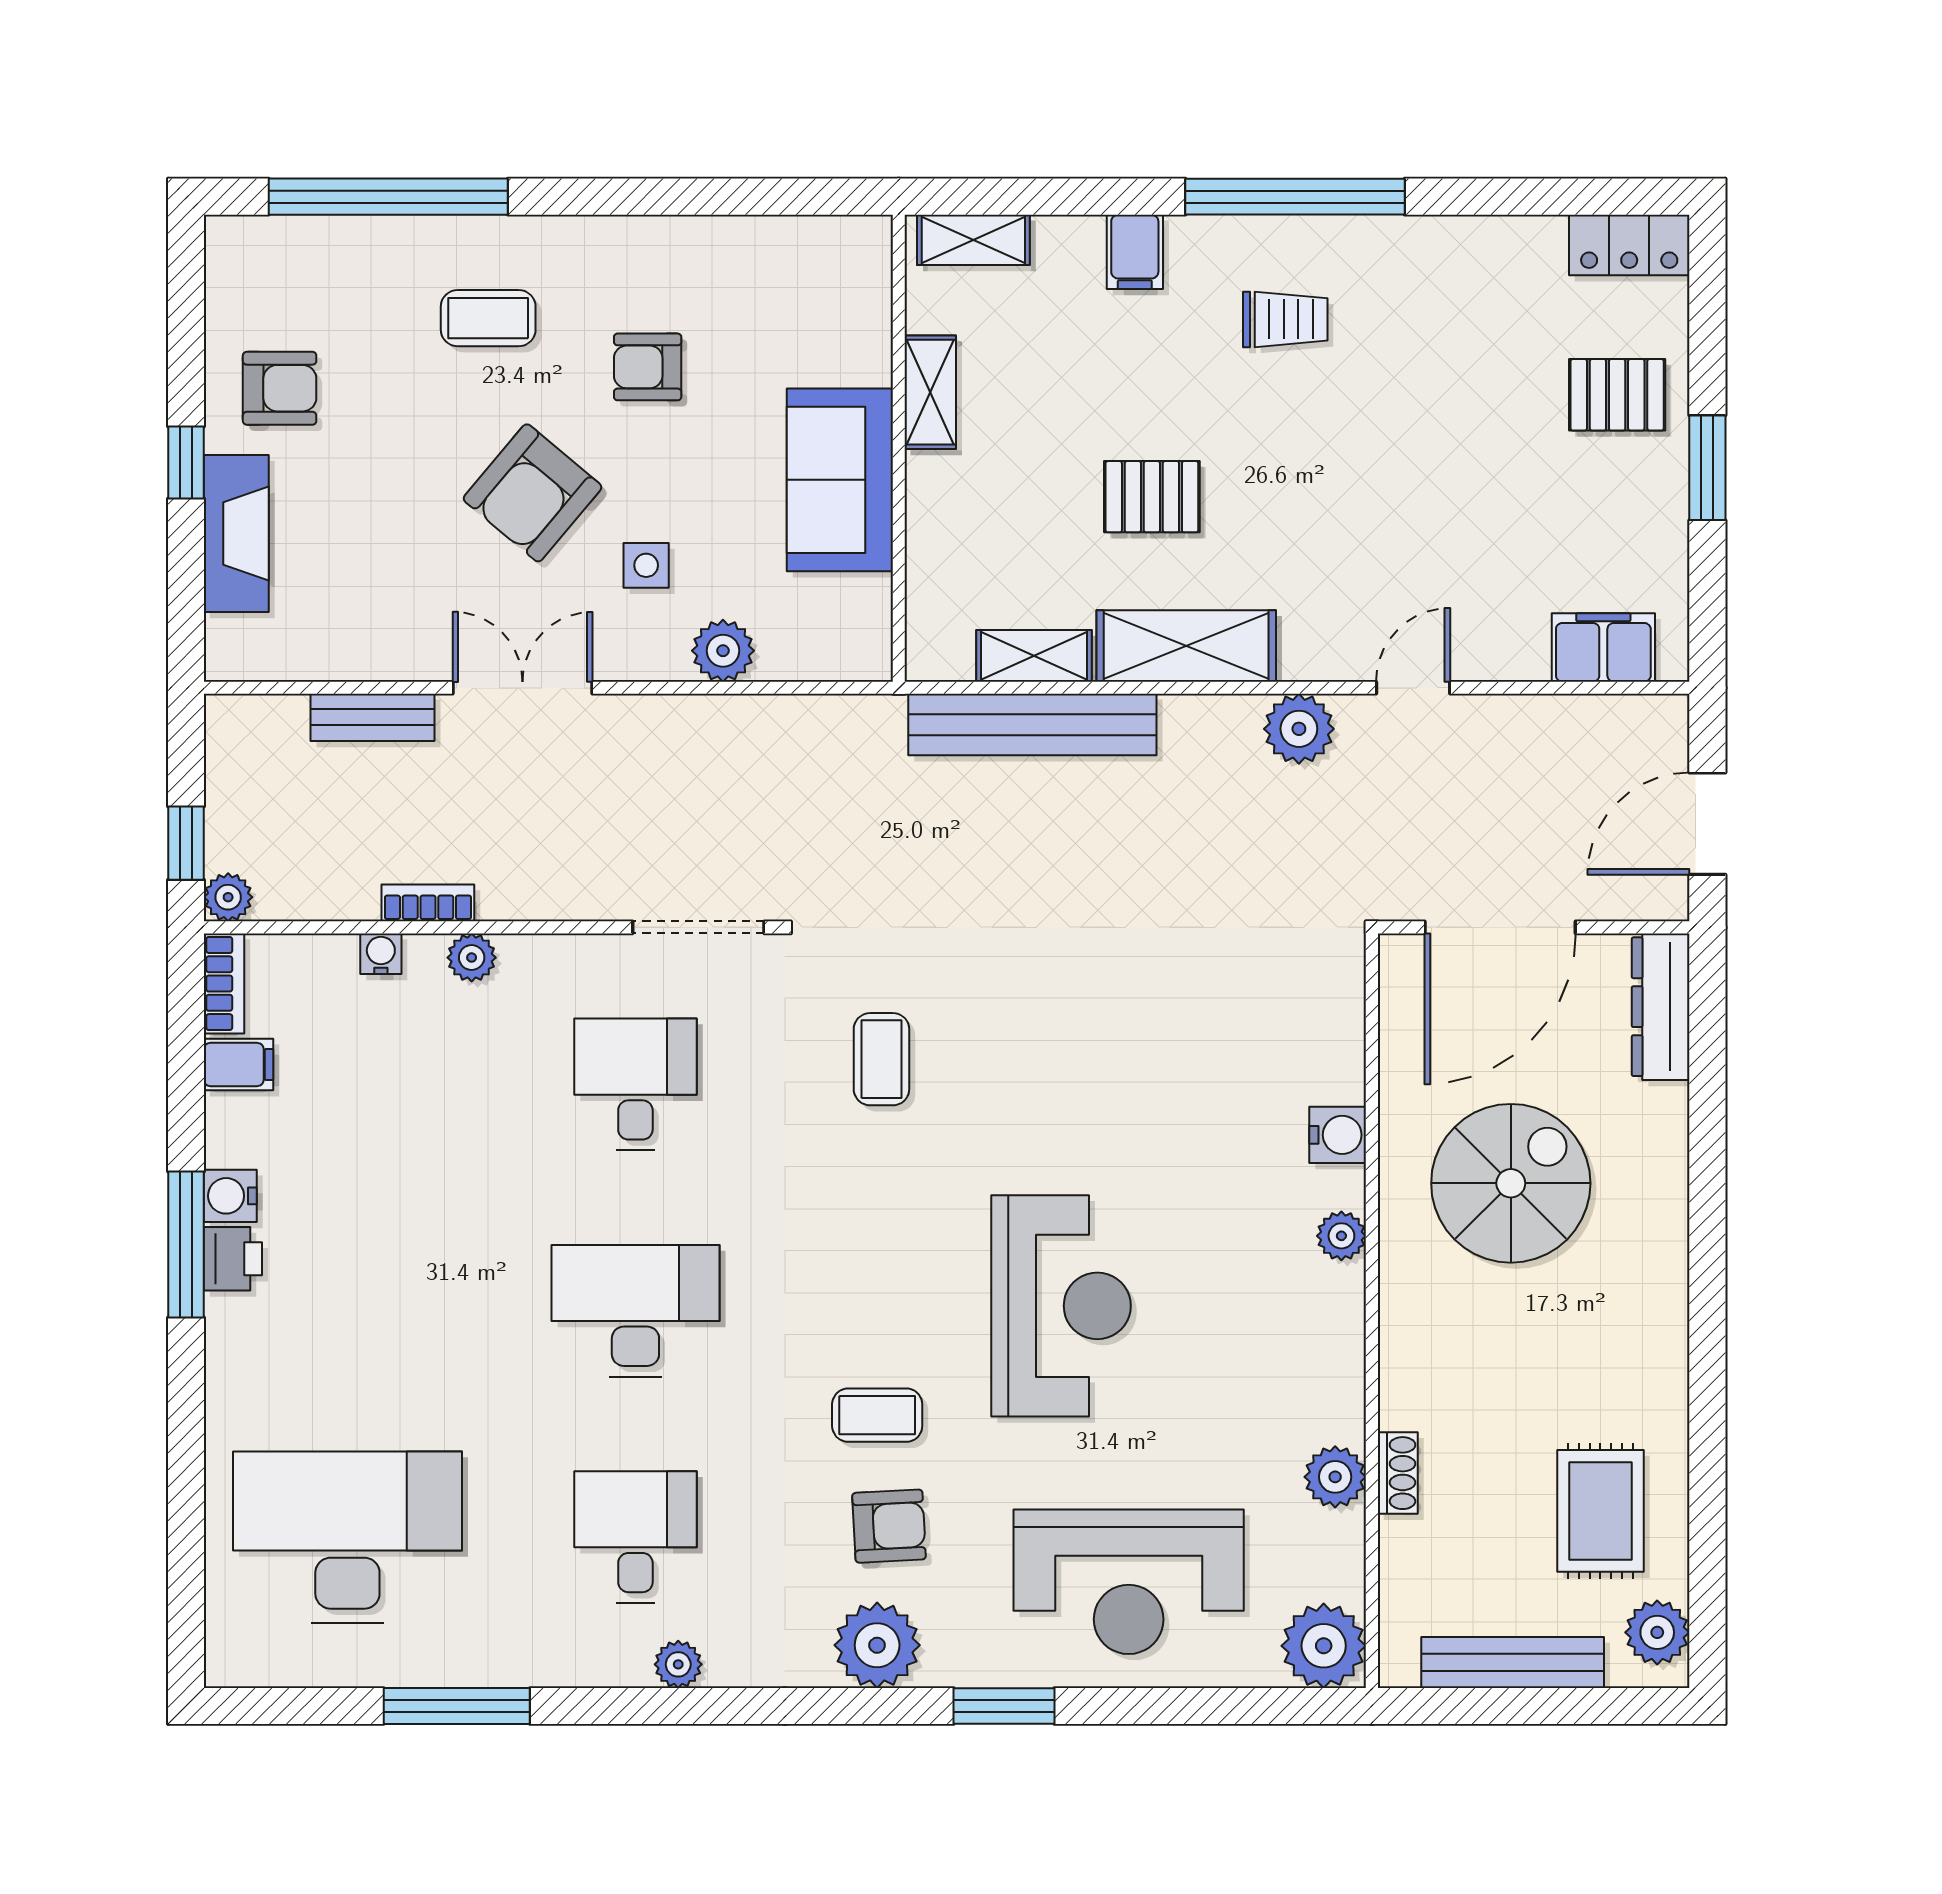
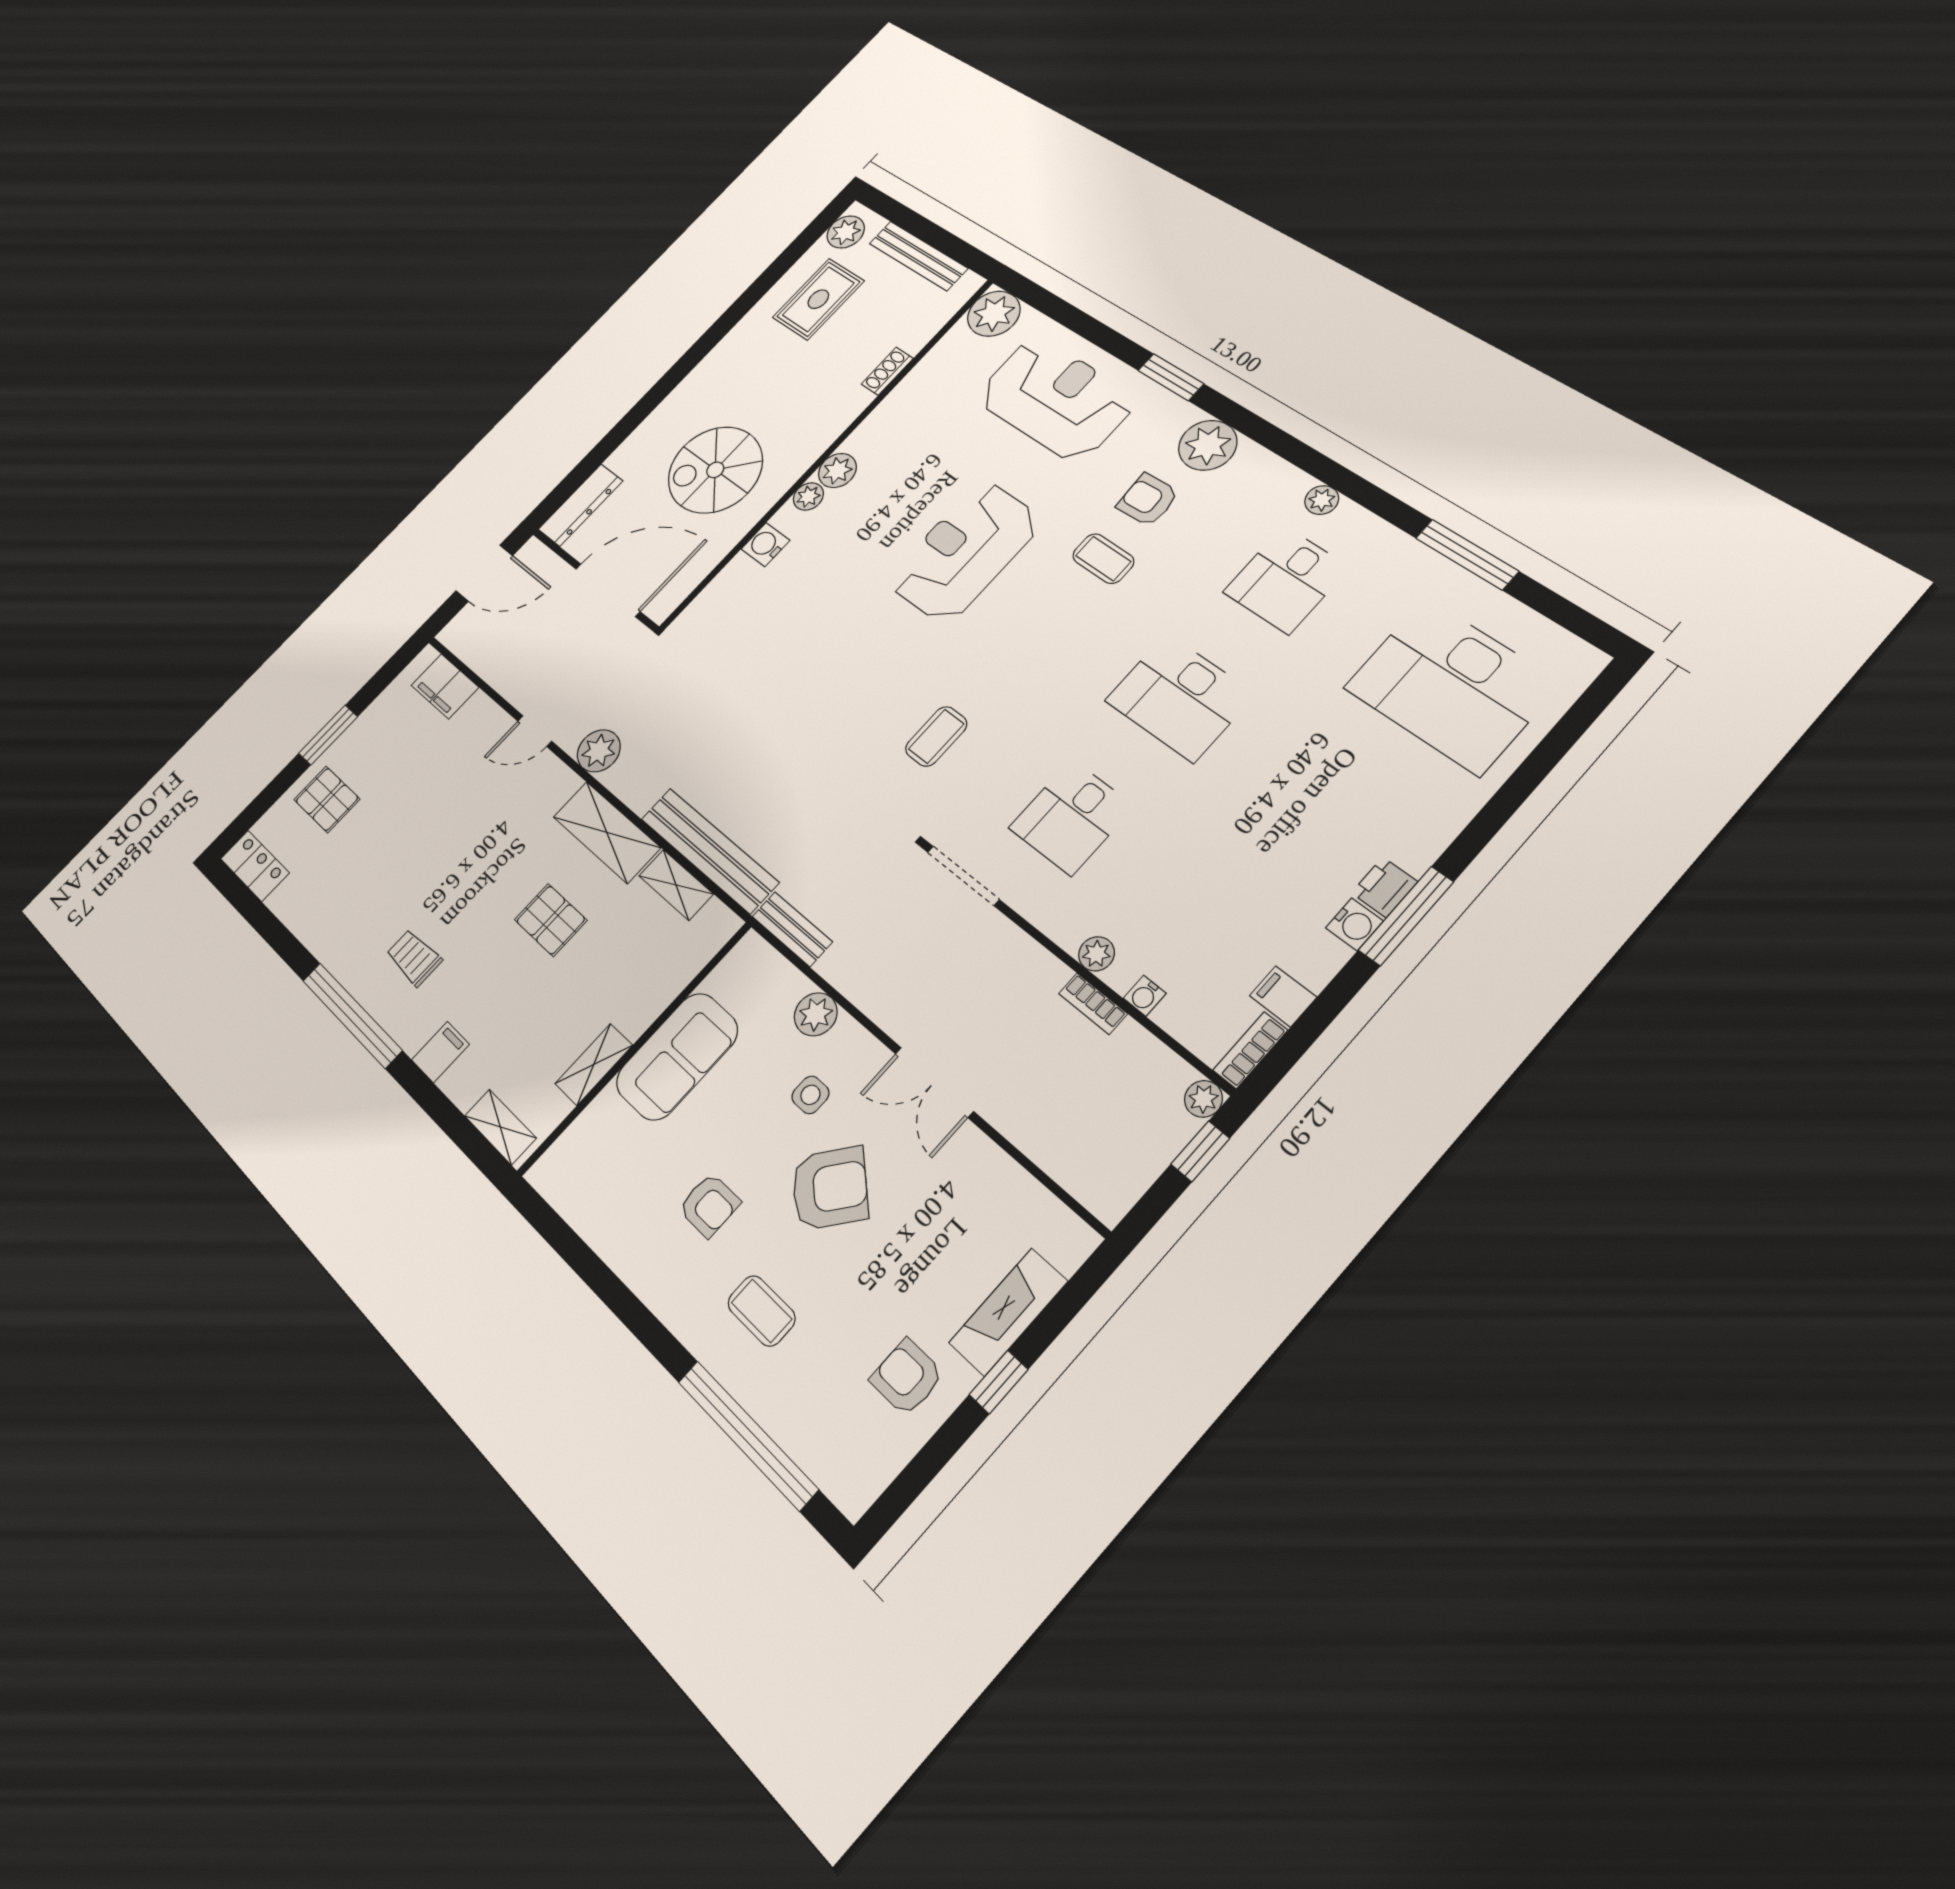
bench: (373, 717) -> (792, 929), moved
plant: (1335, 1477) -> (837, 470), moved

